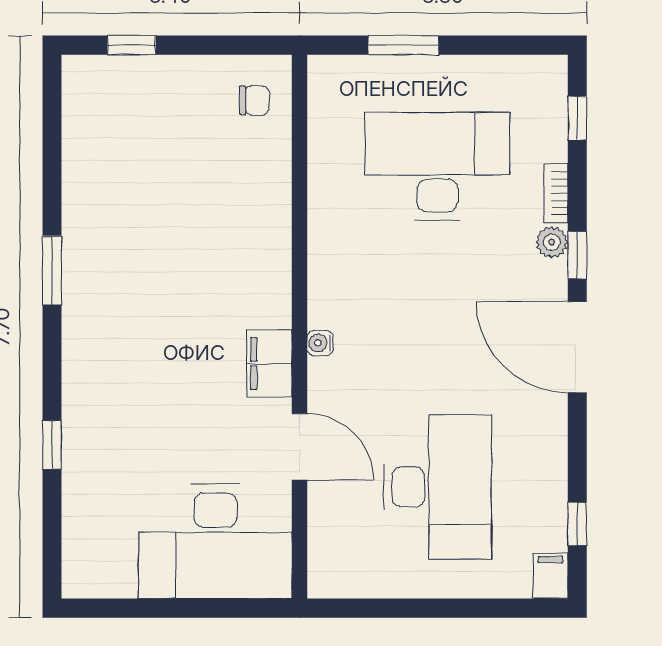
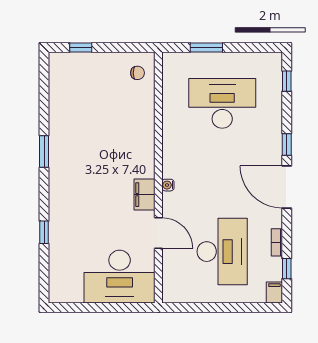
bookcase: (556, 193) -> (277, 242), moved
plant: (552, 242) -> (275, 138), removed

